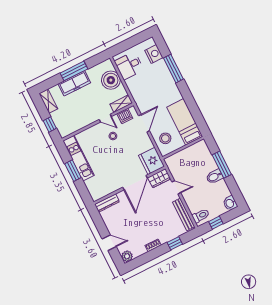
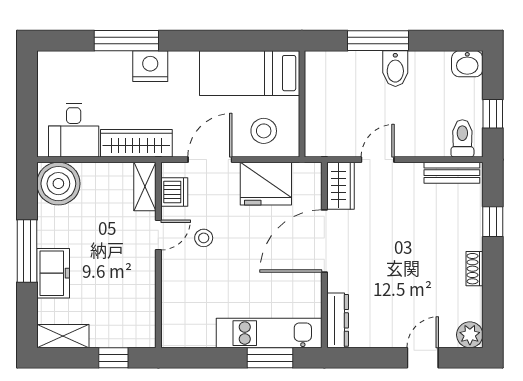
nightstand: (154, 54) -> (150, 66), moved
boiler: (111, 80) -> (58, 184), moved
freezer: (74, 83) -> (53, 273), width x0.71
wardrobe: (136, 92) -> (136, 143), added
door: (144, 123) -> (210, 160), hinge flipped
kitchen unit: (78, 158) -> (269, 333), moved
fridge: (151, 161) -> (266, 184), moved
window: (73, 171) -> (270, 358), moved
door: (135, 183) -> (324, 241), swing flipped
bench: (184, 214) -> (452, 173), width x0.73

